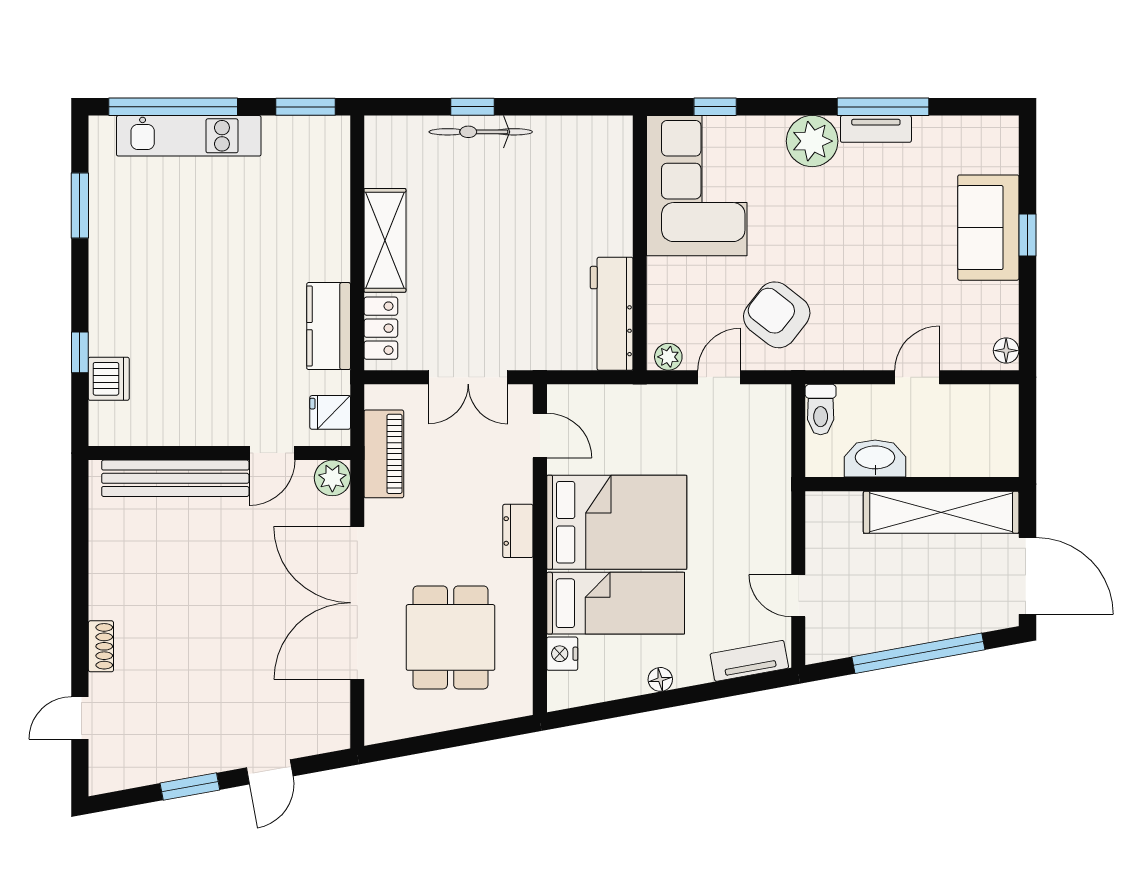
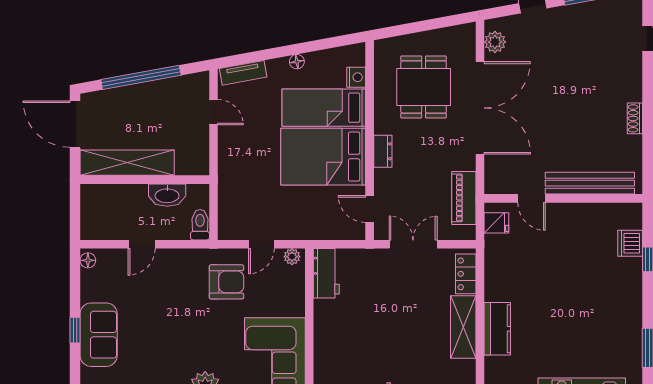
workbench: (612, 314) -> (326, 273), width x0.73
armchair: (777, 315) -> (226, 282), turned -38
kitchen counter: (329, 326) -> (497, 329), moved
door: (272, 453) -> (531, 198), swing flipped
plant: (332, 478) -> (495, 42), moved
shoe rack: (101, 646) -> (635, 118), moved

